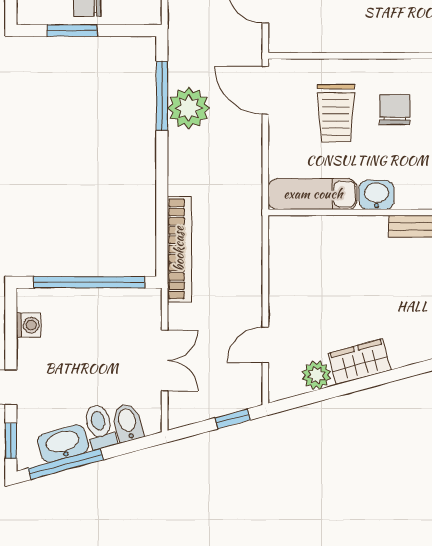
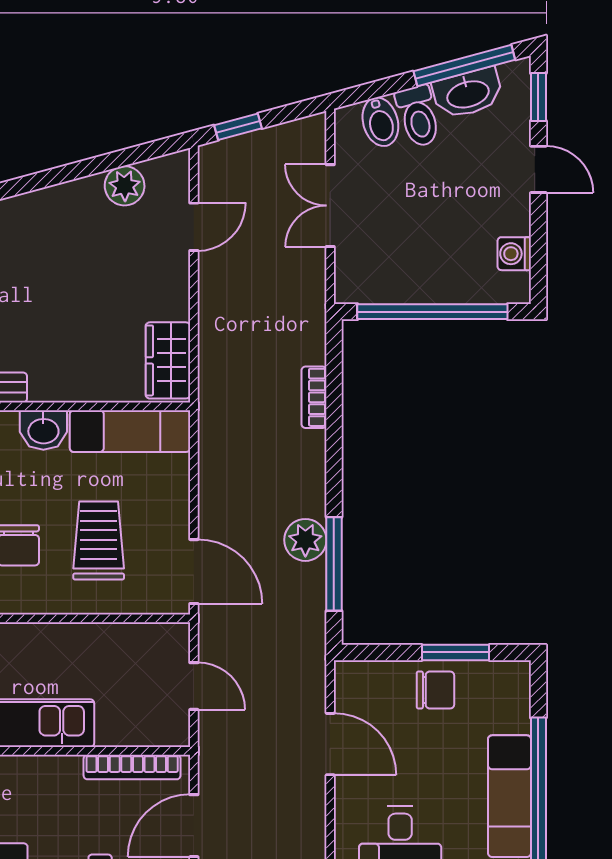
plant: (189, 108) -> (305, 540), width x0.73, depth x0.73
bookcase: (179, 249) -> (314, 397), width x0.43, depth x0.76
wardrobe: (360, 362) -> (168, 360), moved, turned 105

